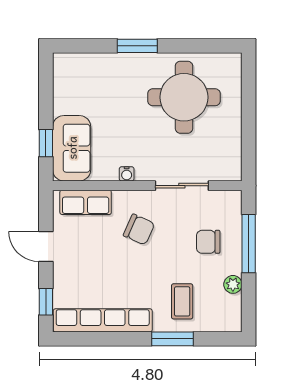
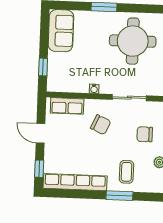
sofa: (72, 148) -> (61, 31), moved

